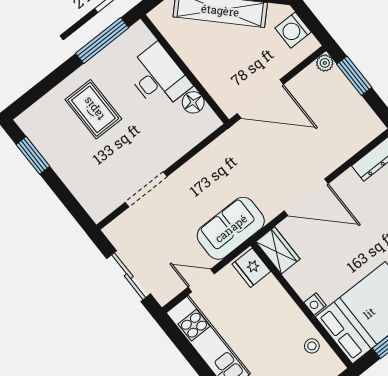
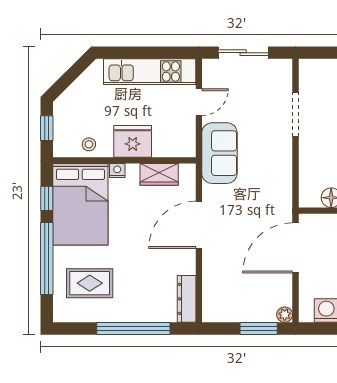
wardrobe: (278, 250) -> (159, 174), moved
fridge: (251, 268) -> (133, 141), moved, width x1.36, depth x1.34

